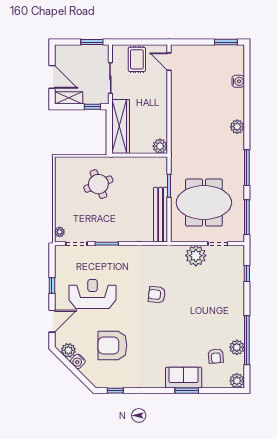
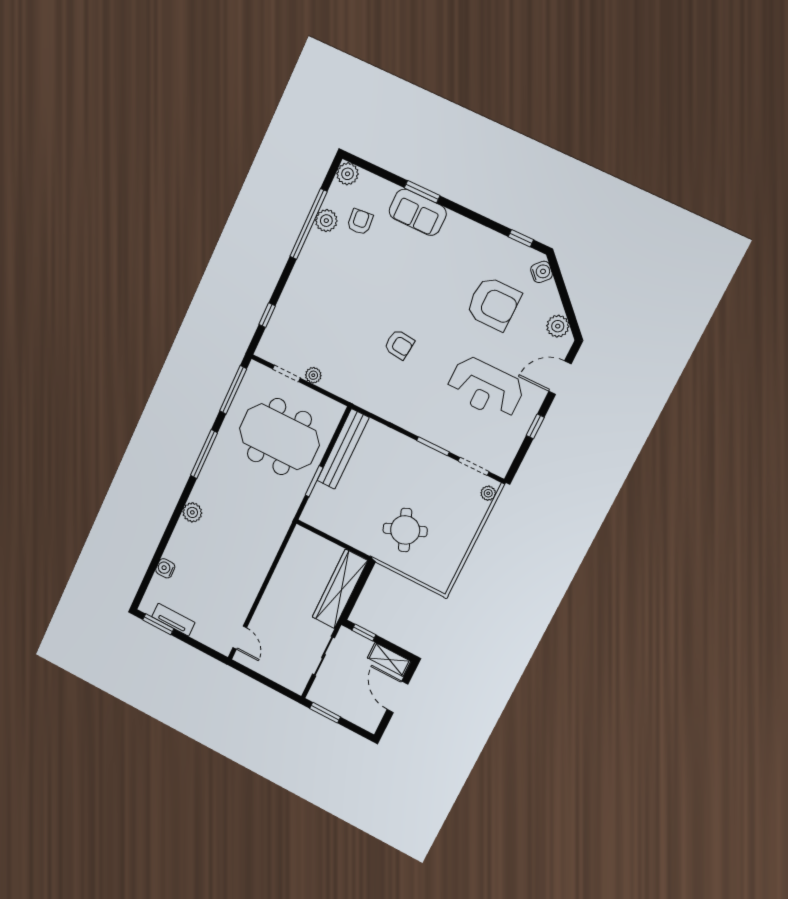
tv unit: (217, 50) -> (173, 620), added
rug: (137, 59) -> (279, 661), removed
plant: (160, 146) -> (301, 538), removed
plant: (196, 256) -> (313, 375), width x0.53, depth x0.53
water cooler: (78, 361) -> (542, 272), moved

